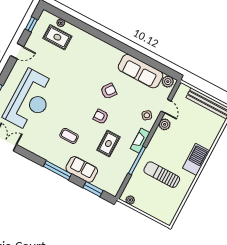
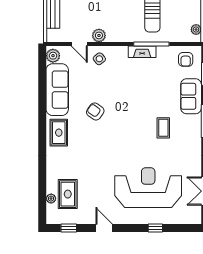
door: (166, 106) -> (79, 44), swing flipped
armchair: (101, 117) -> (186, 59), moved
fireplace: (140, 141) -> (142, 52), moved
rug: (108, 144) -> (59, 133), moved, turned 90

